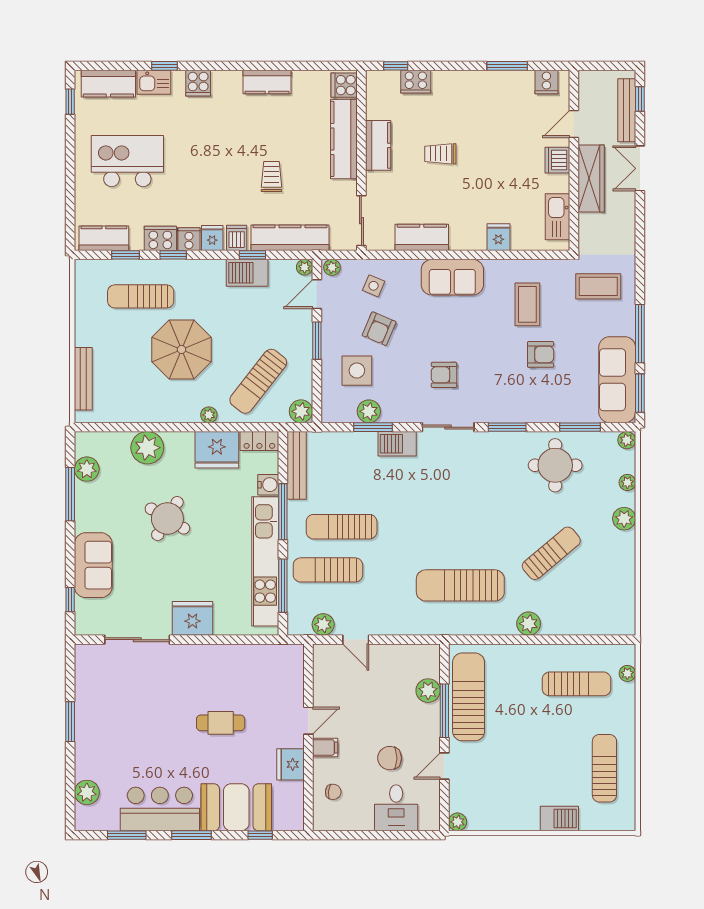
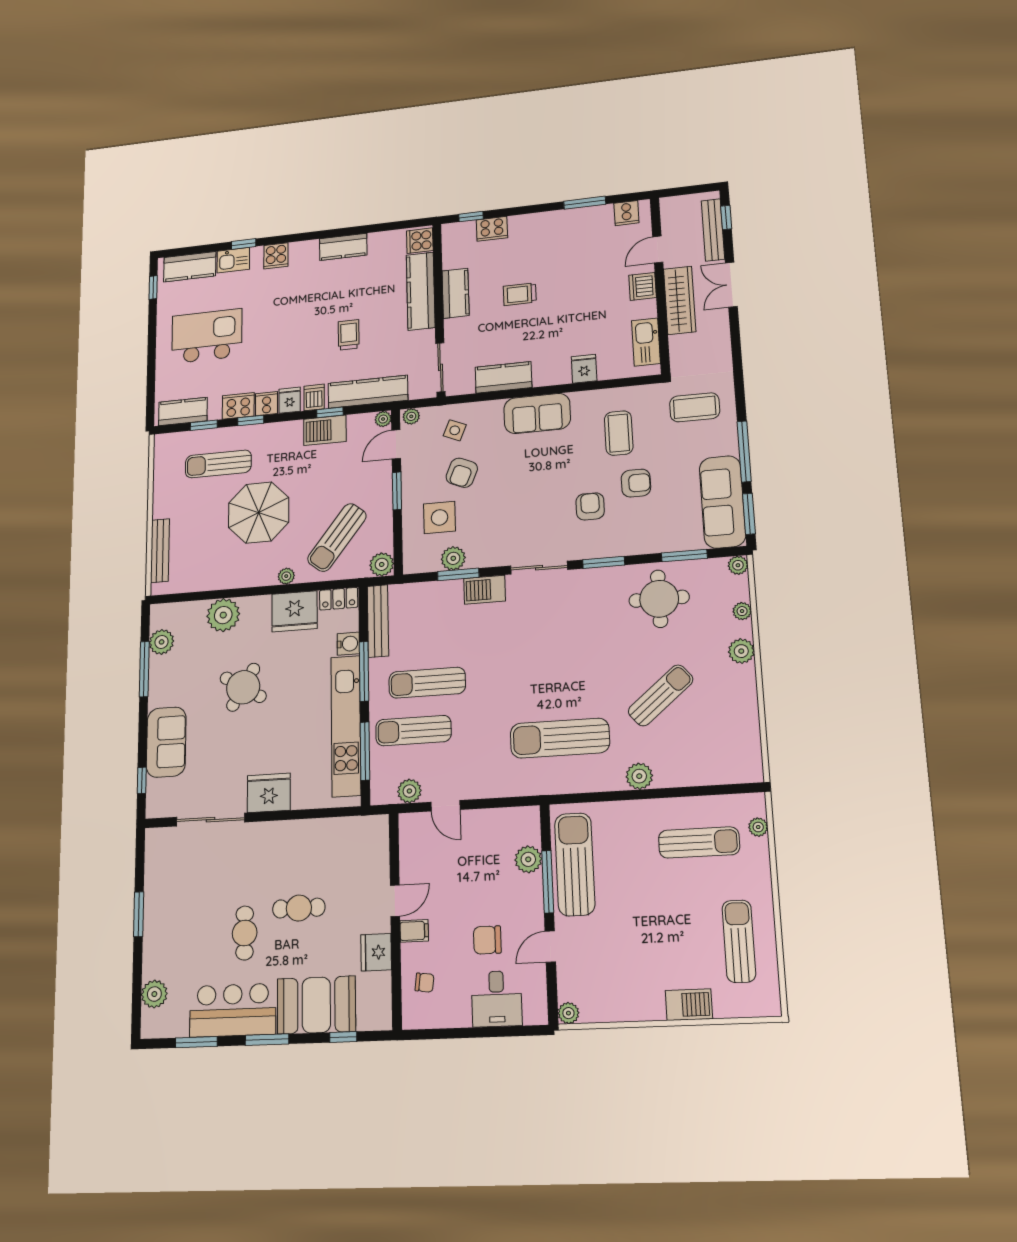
armchair: (444, 375) -> (590, 506), moved, turned 90
cafe table: (170, 743) -> (245, 933), added

